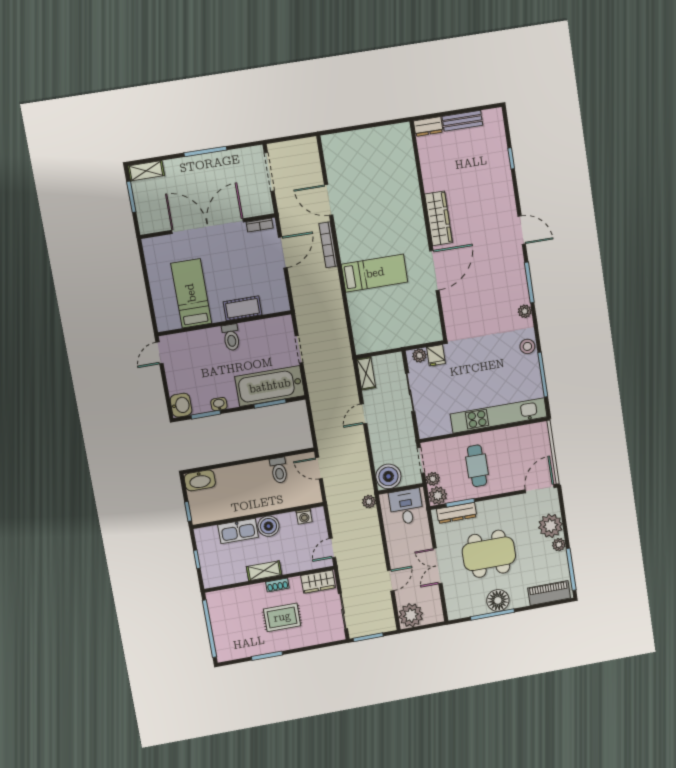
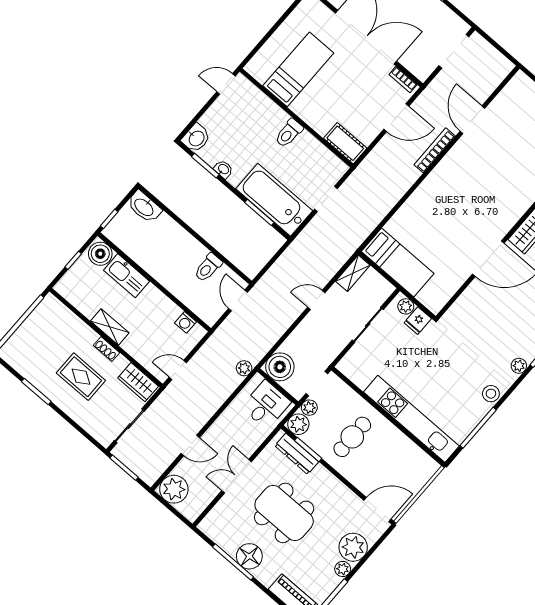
bed: (375, 273) -> (398, 262), moved
cot: (243, 308) -> (345, 143), moved
boiler: (268, 526) -> (100, 254), moved

